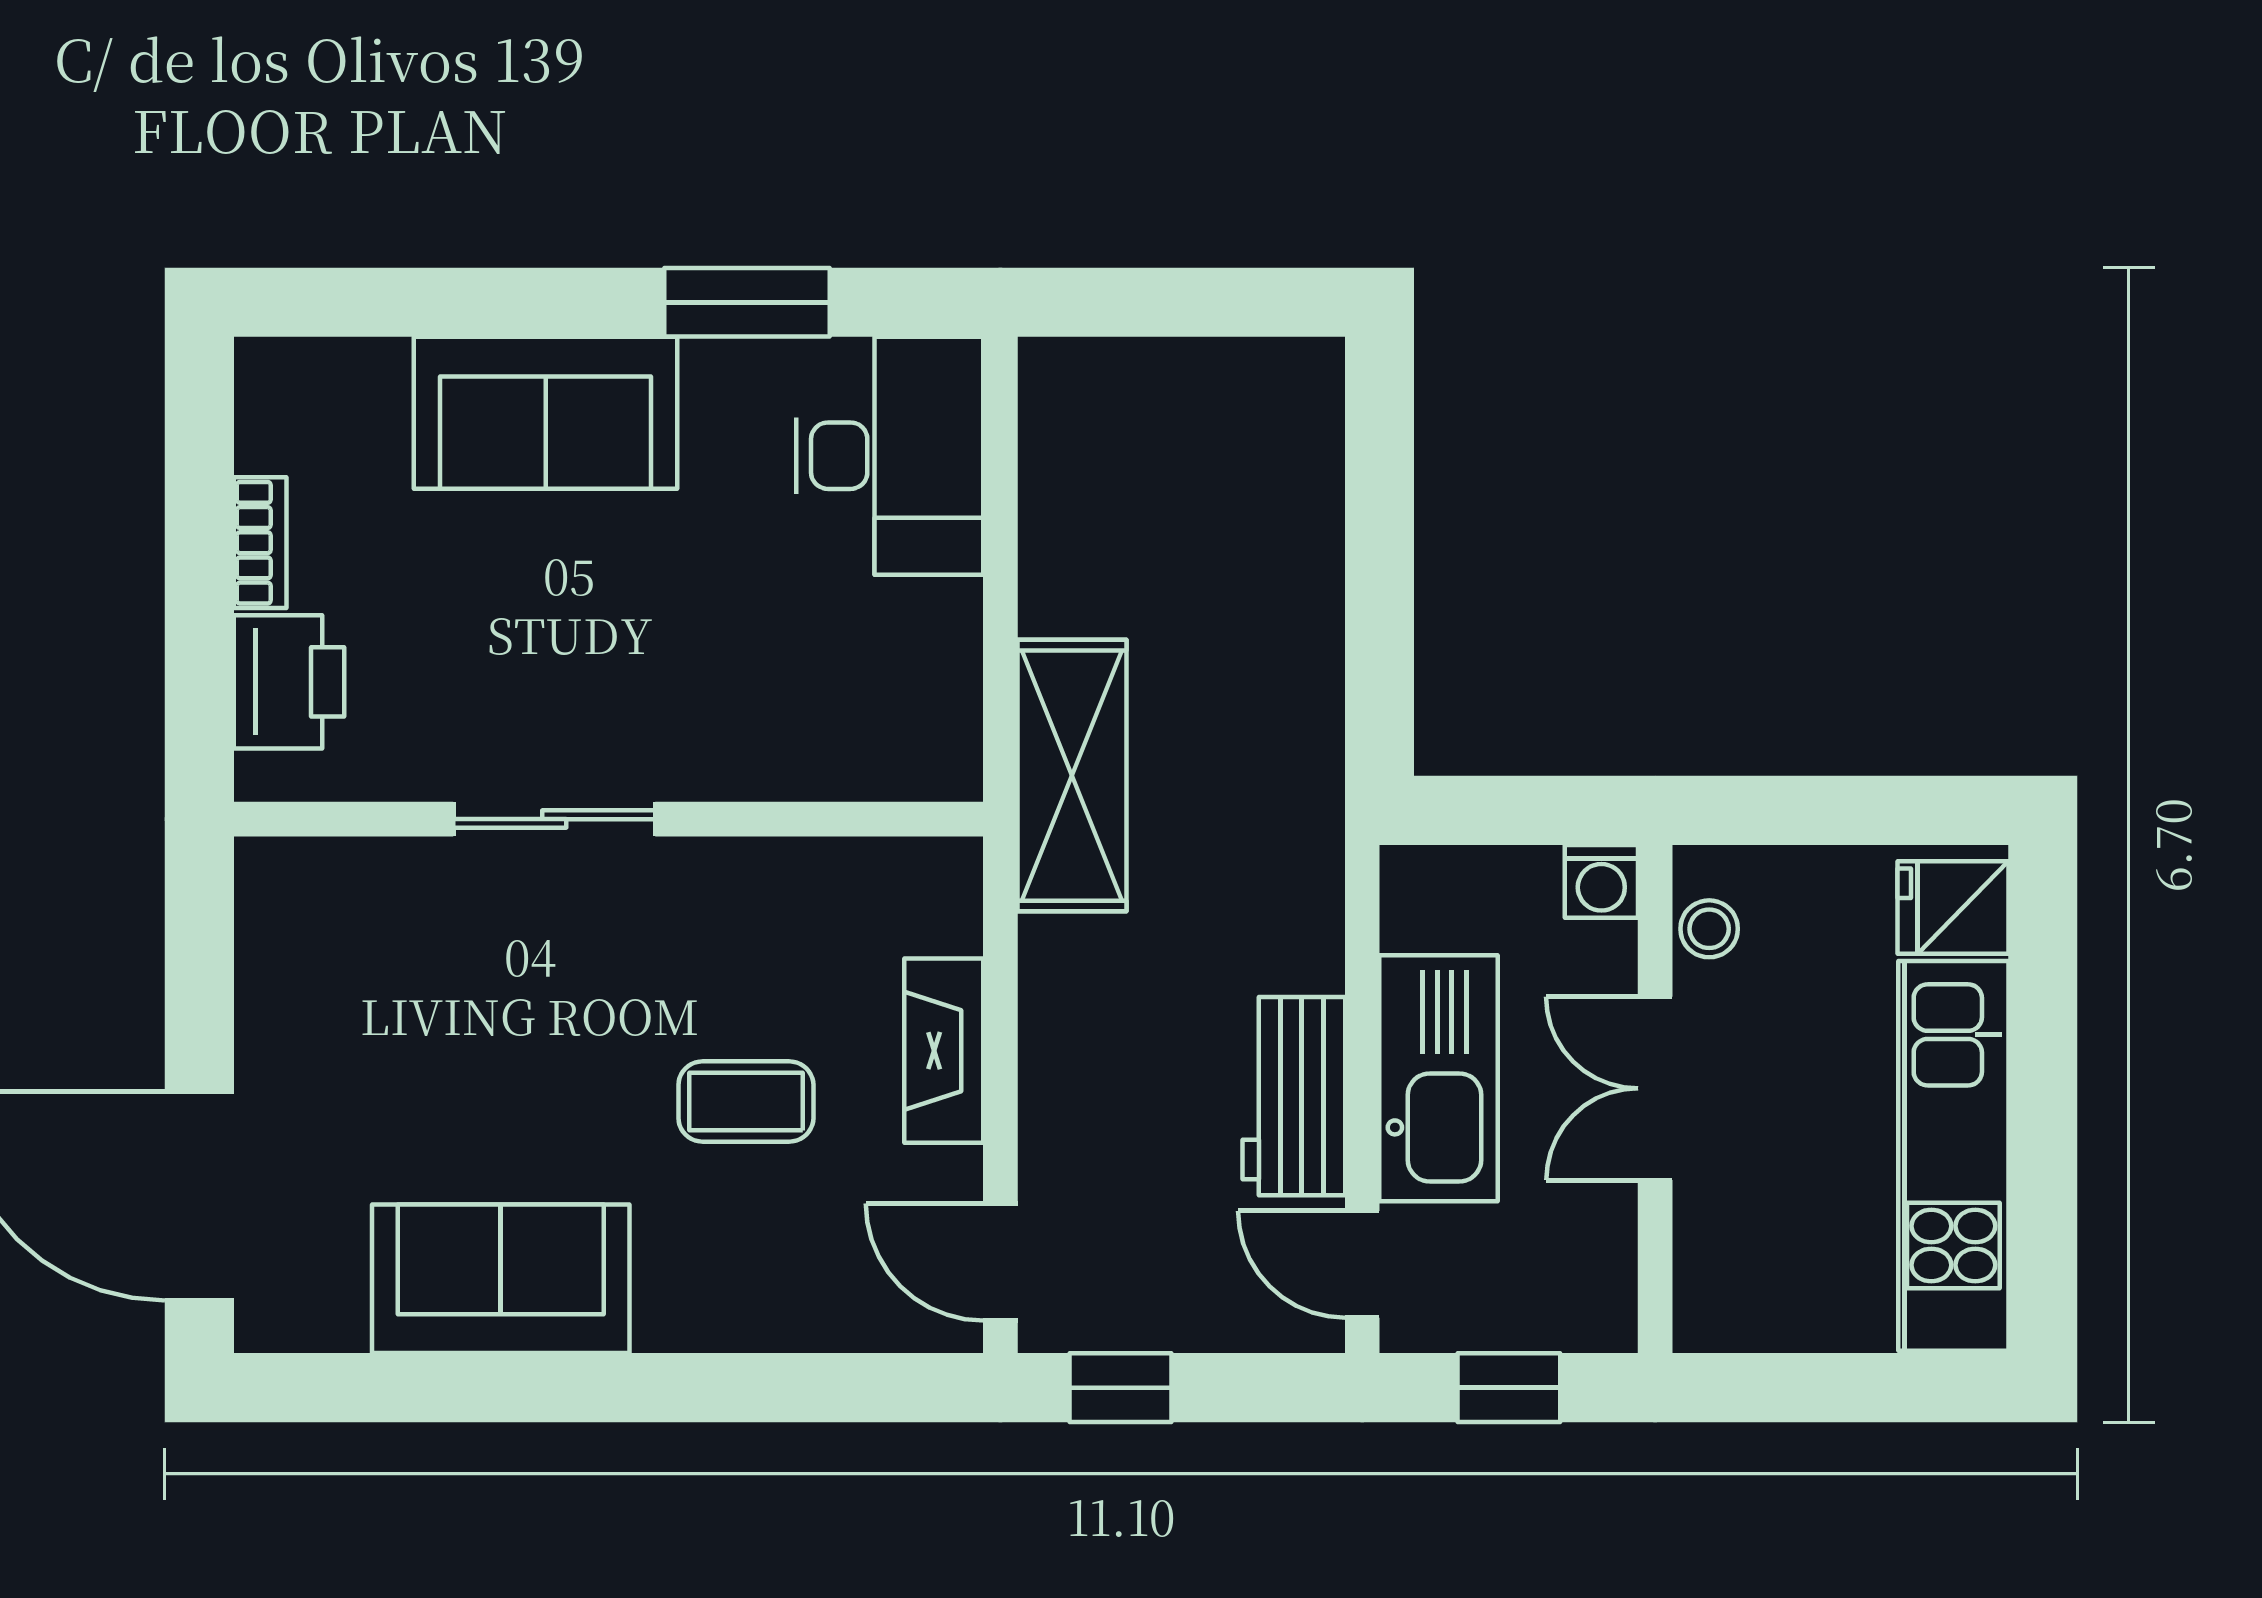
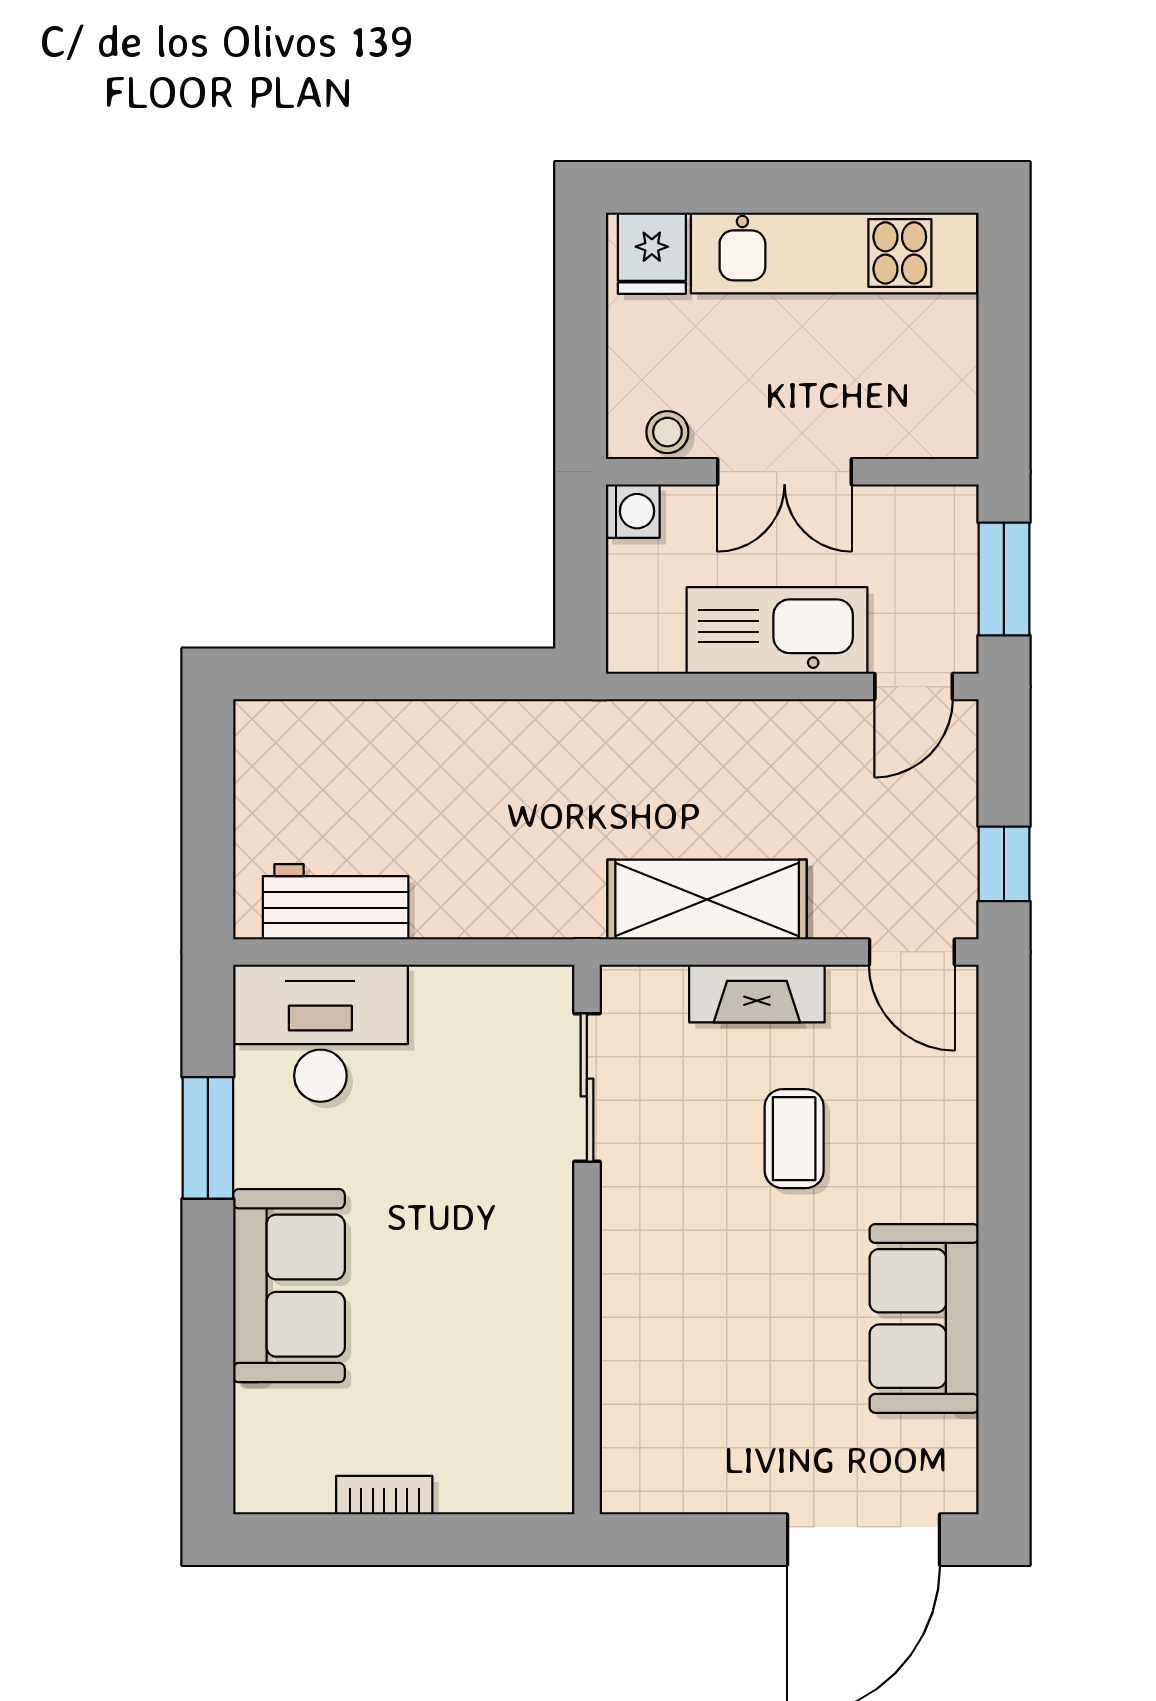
printer: (289, 682) -> (486, 1474), removed
shelving: (1072, 776) -> (707, 899), moved
sliding door: (554, 819) -> (587, 1087), moved
workbench: (1294, 1096) -> (336, 902), moved, turned 180
door: (1000, 1262) -> (912, 952), hinge flipped
window: (1509, 1388) -> (1004, 579), width x1.50

